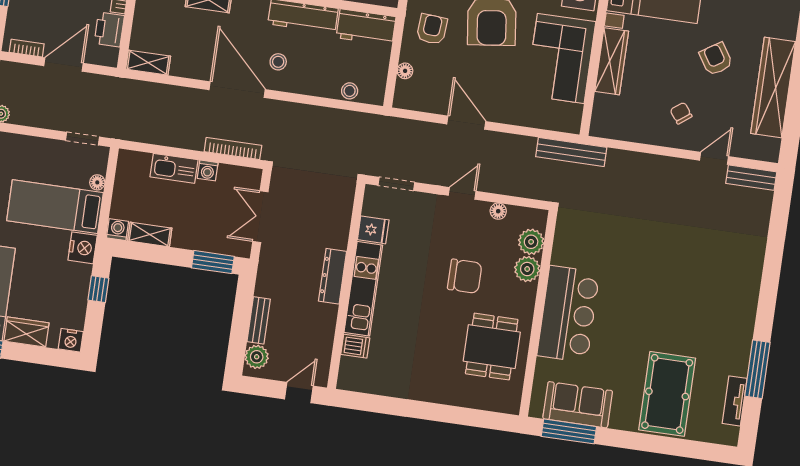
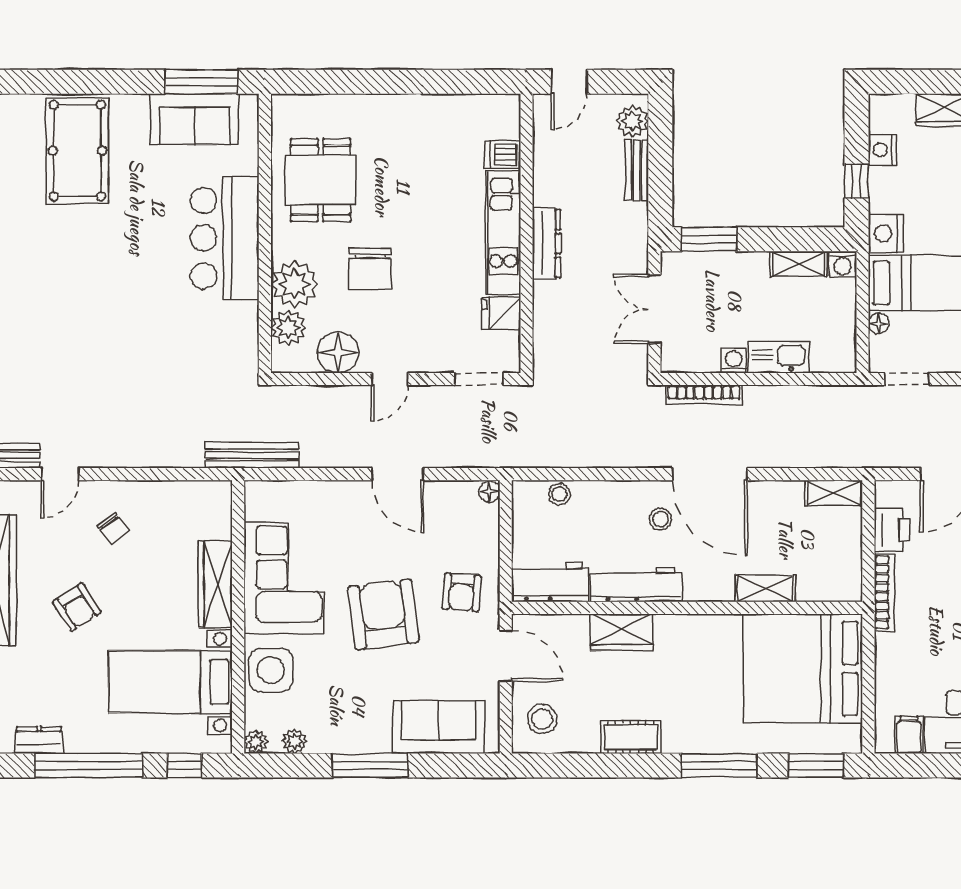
floor lamp: (405, 71) -> (489, 491), moved
floor lamp: (498, 211) -> (338, 352), width x1.89, depth x1.89
double door: (260, 217) -> (654, 309), swing flipped
plant: (527, 269) -> (294, 284), width x1.36, depth x1.36
chair: (465, 276) -> (370, 269), turned -90
nightstand: (71, 340) -> (882, 150), moved, turned -90

